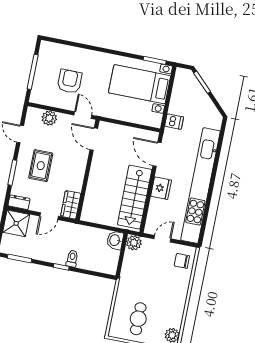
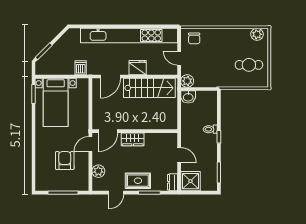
armchair: (70, 81) -> (65, 161), turned 90
rug: (41, 166) -> (138, 181), moved
wardrobe: (71, 205) -> (133, 139), moved

